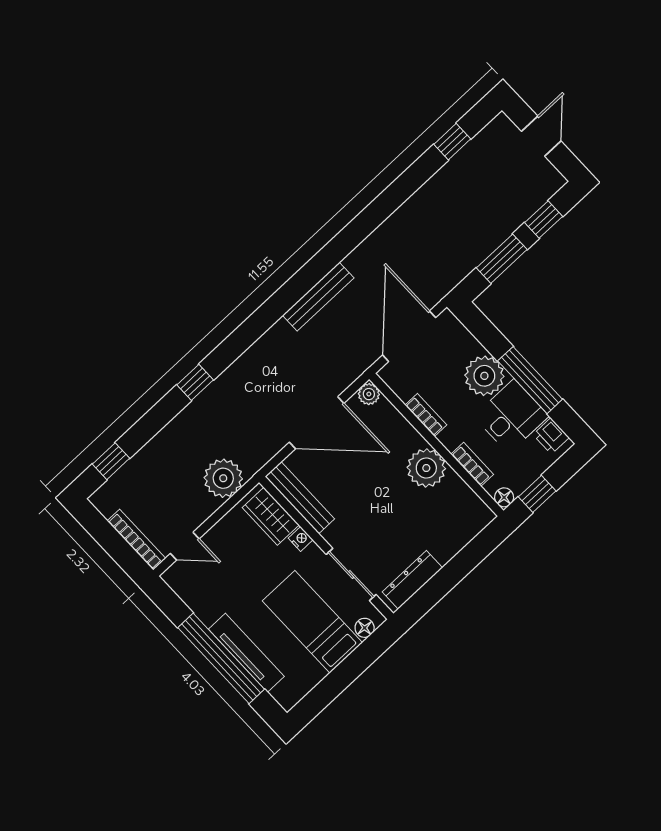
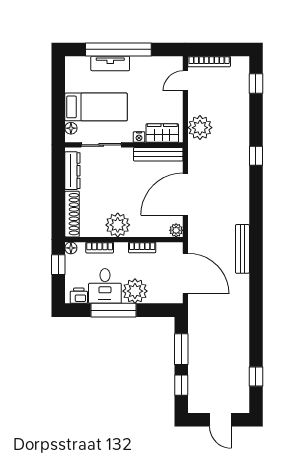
shoe rack: (463, 533) -> (72, 214), added
tv unit: (246, 653) -> (110, 63), width x0.71

